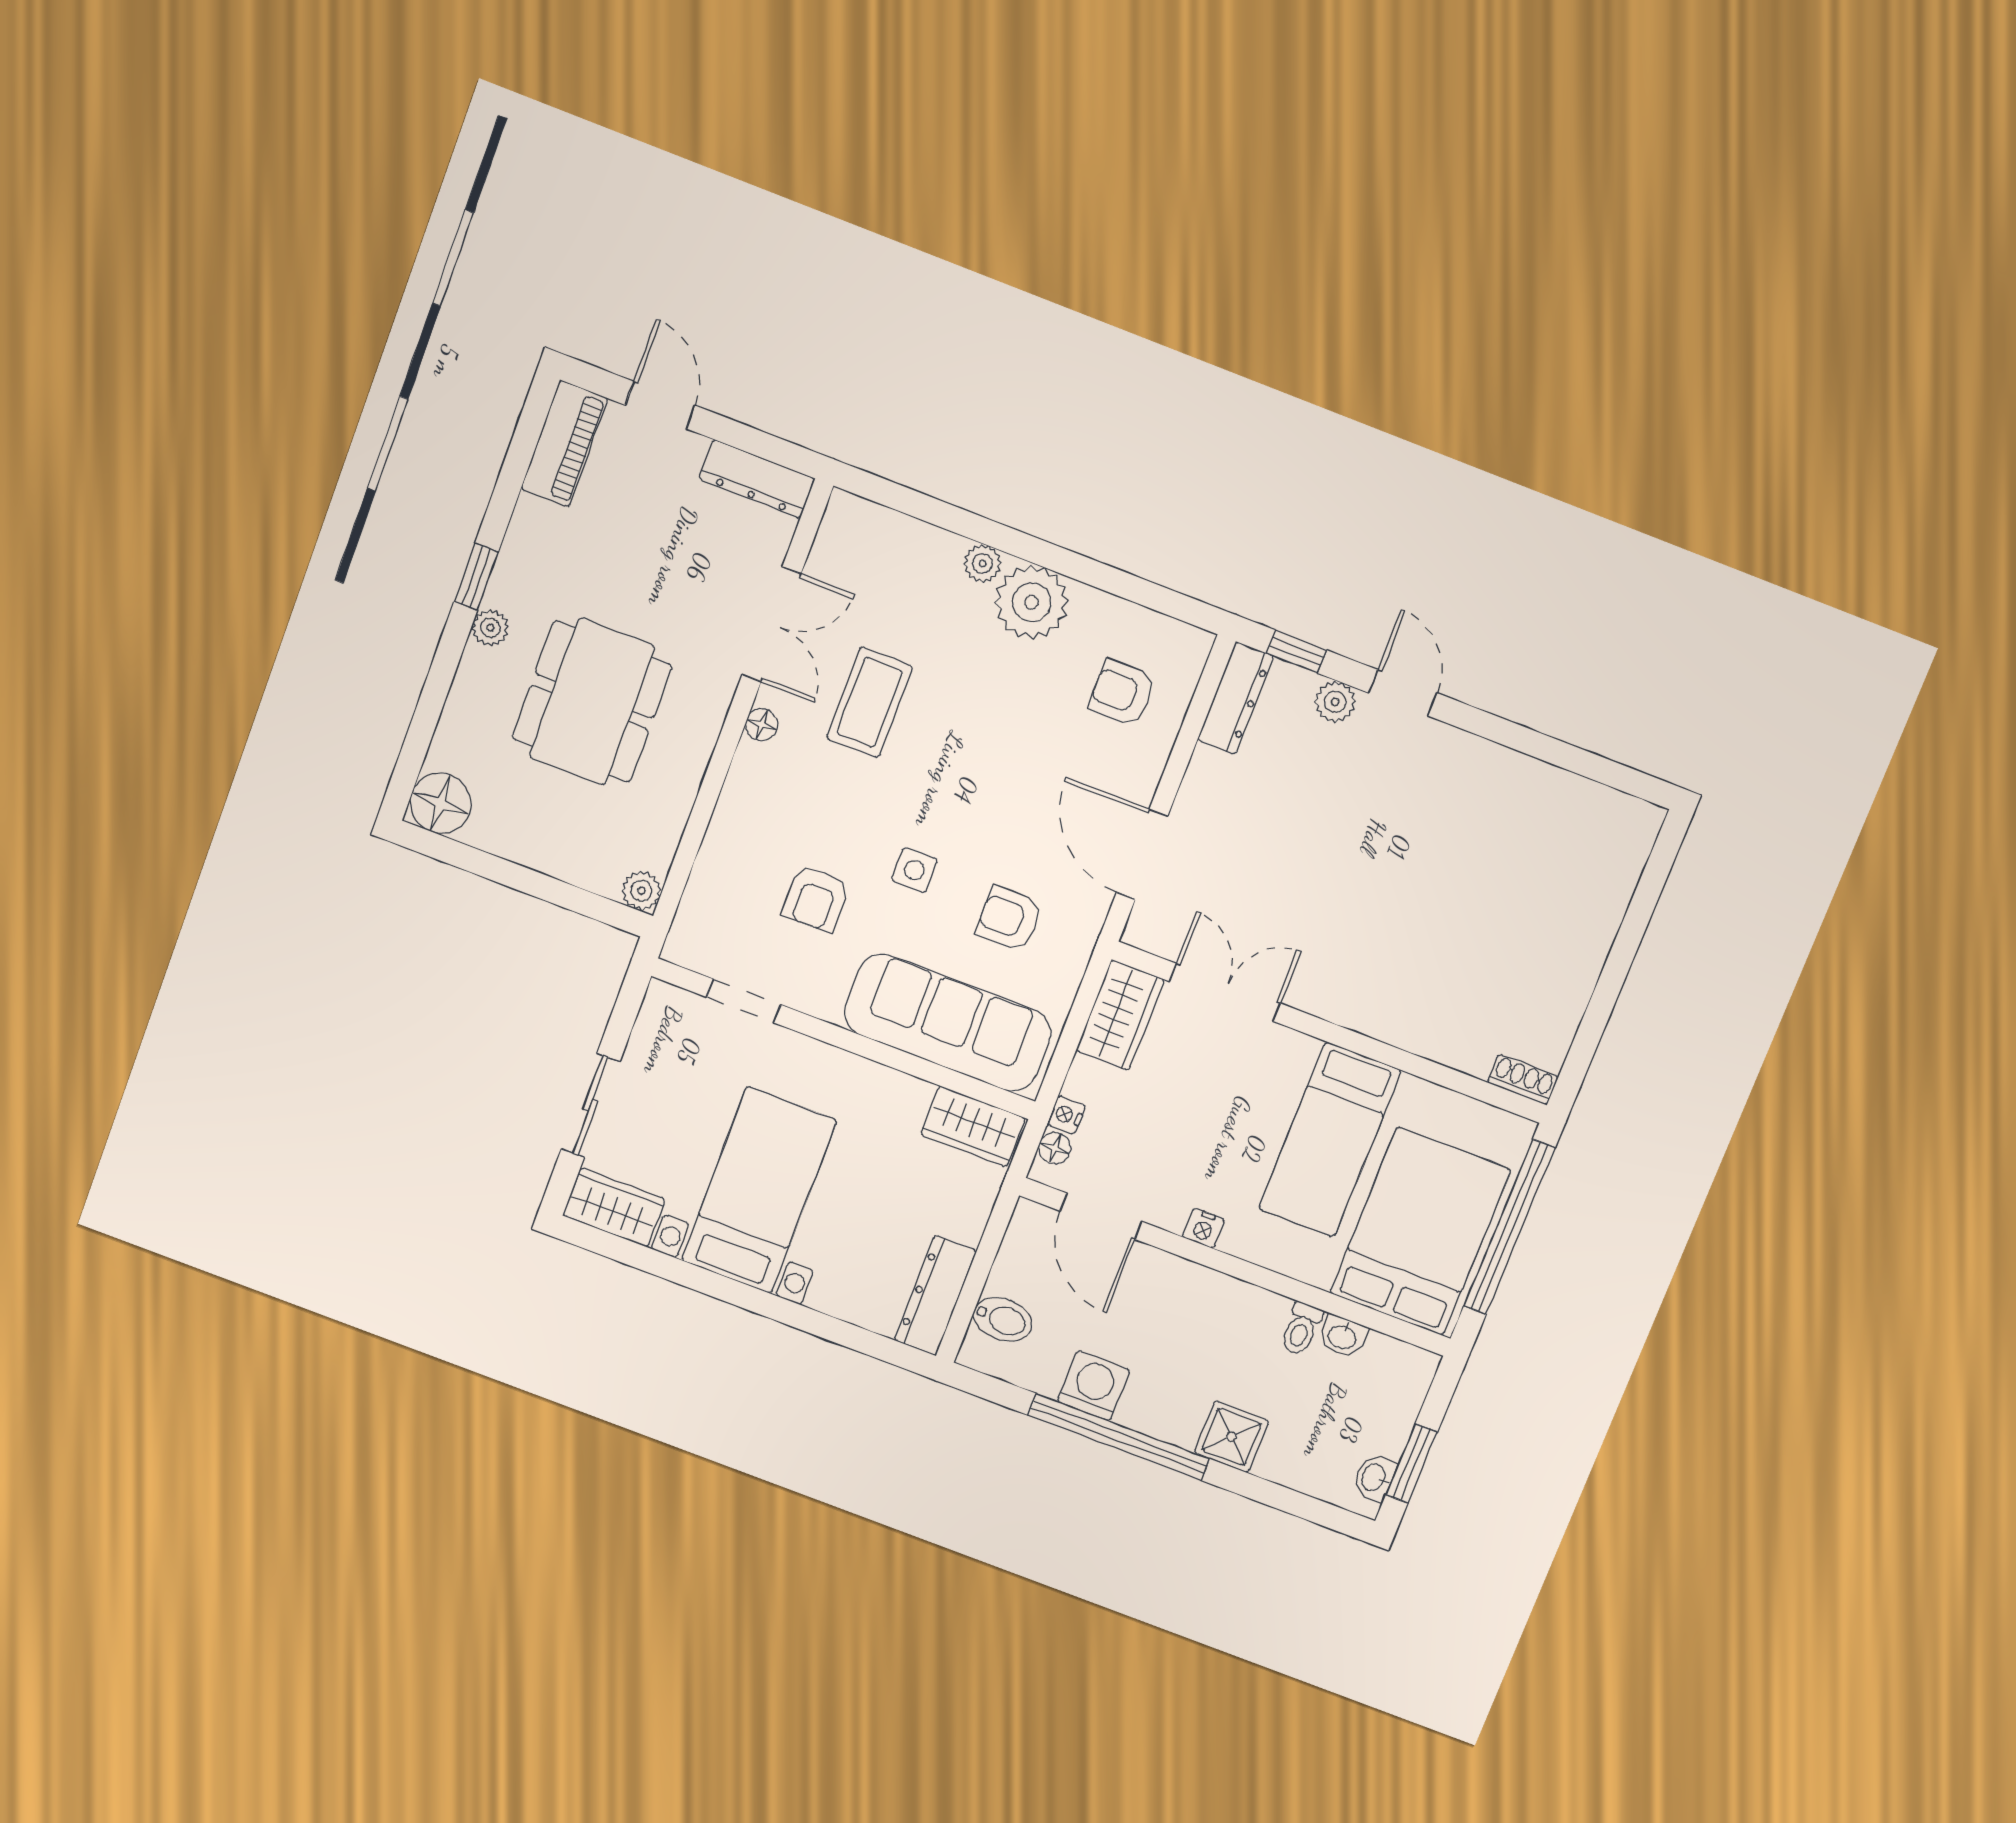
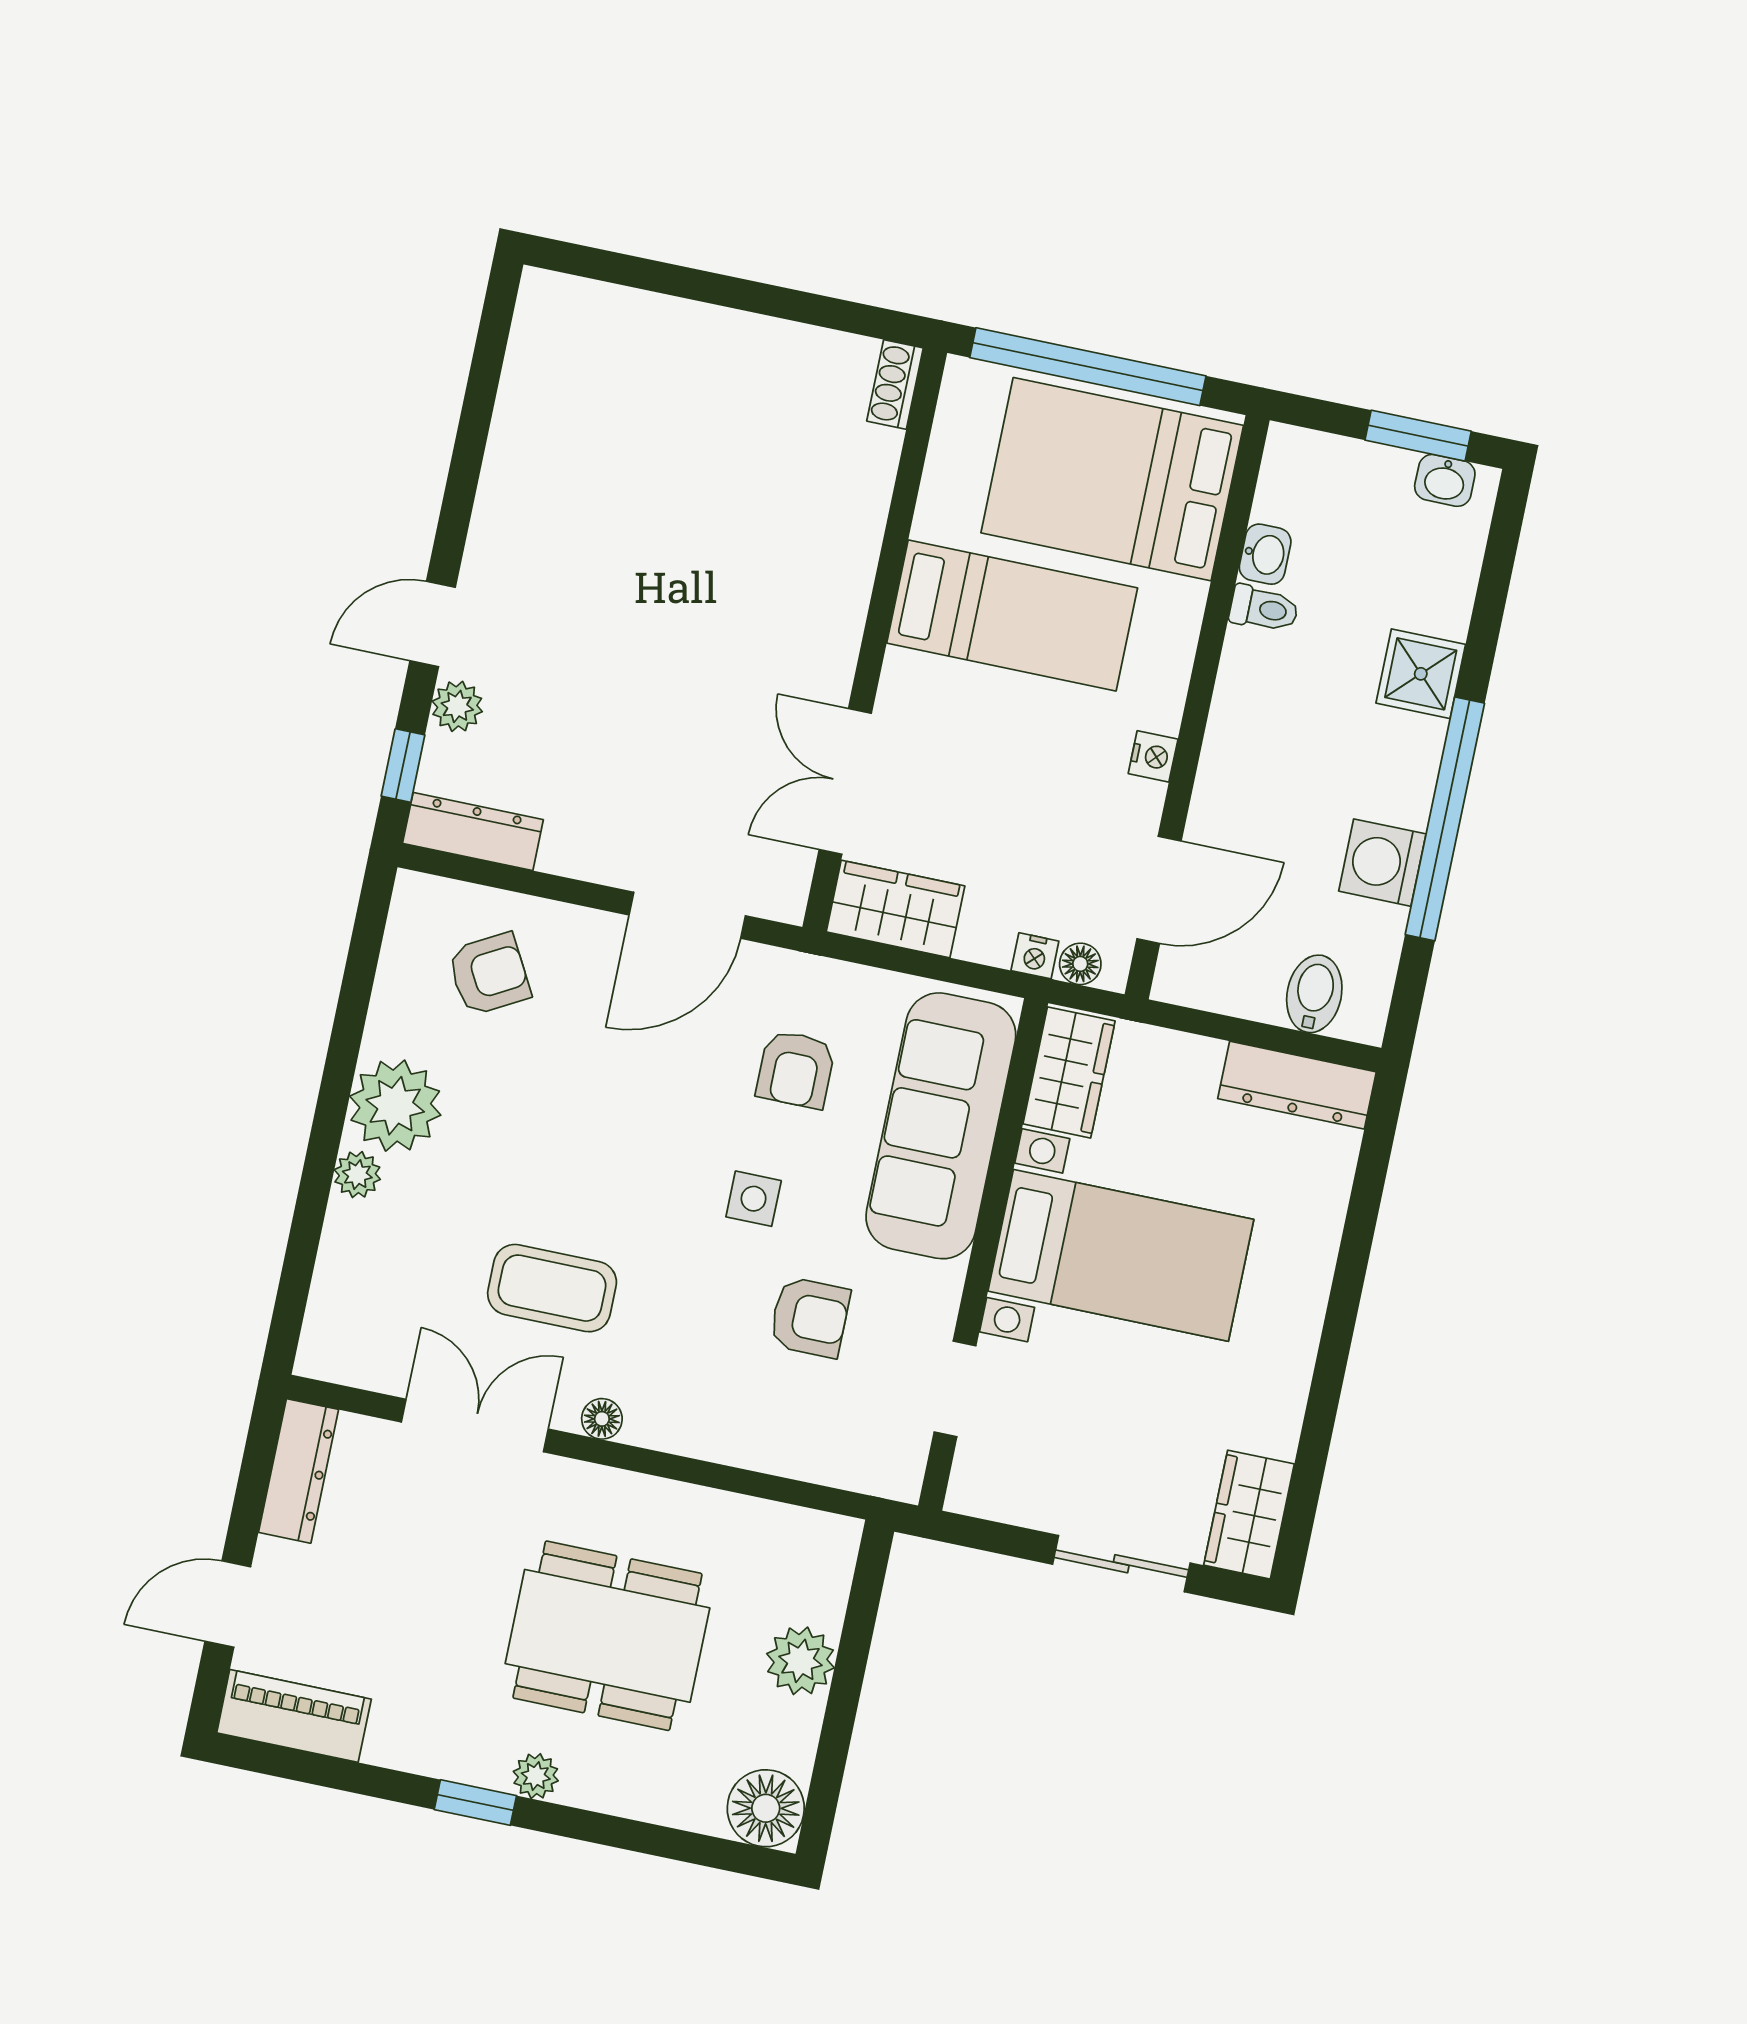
armchair: (1122, 693) -> (489, 974), turned -119
plant: (641, 891) -> (801, 1661), moved, width x1.38, depth x1.38
bed with nightstands: (759, 1190) -> (1121, 1255), moved, turned 180

